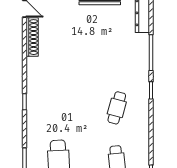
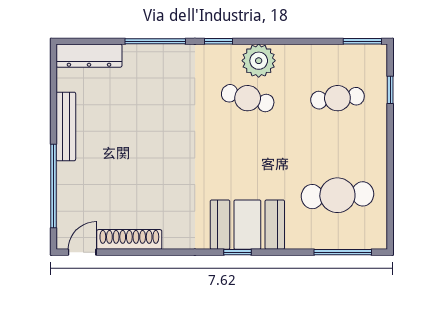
booth: (41, 108) -> (247, 225), added
plant: (139, 114) -> (259, 61), added

